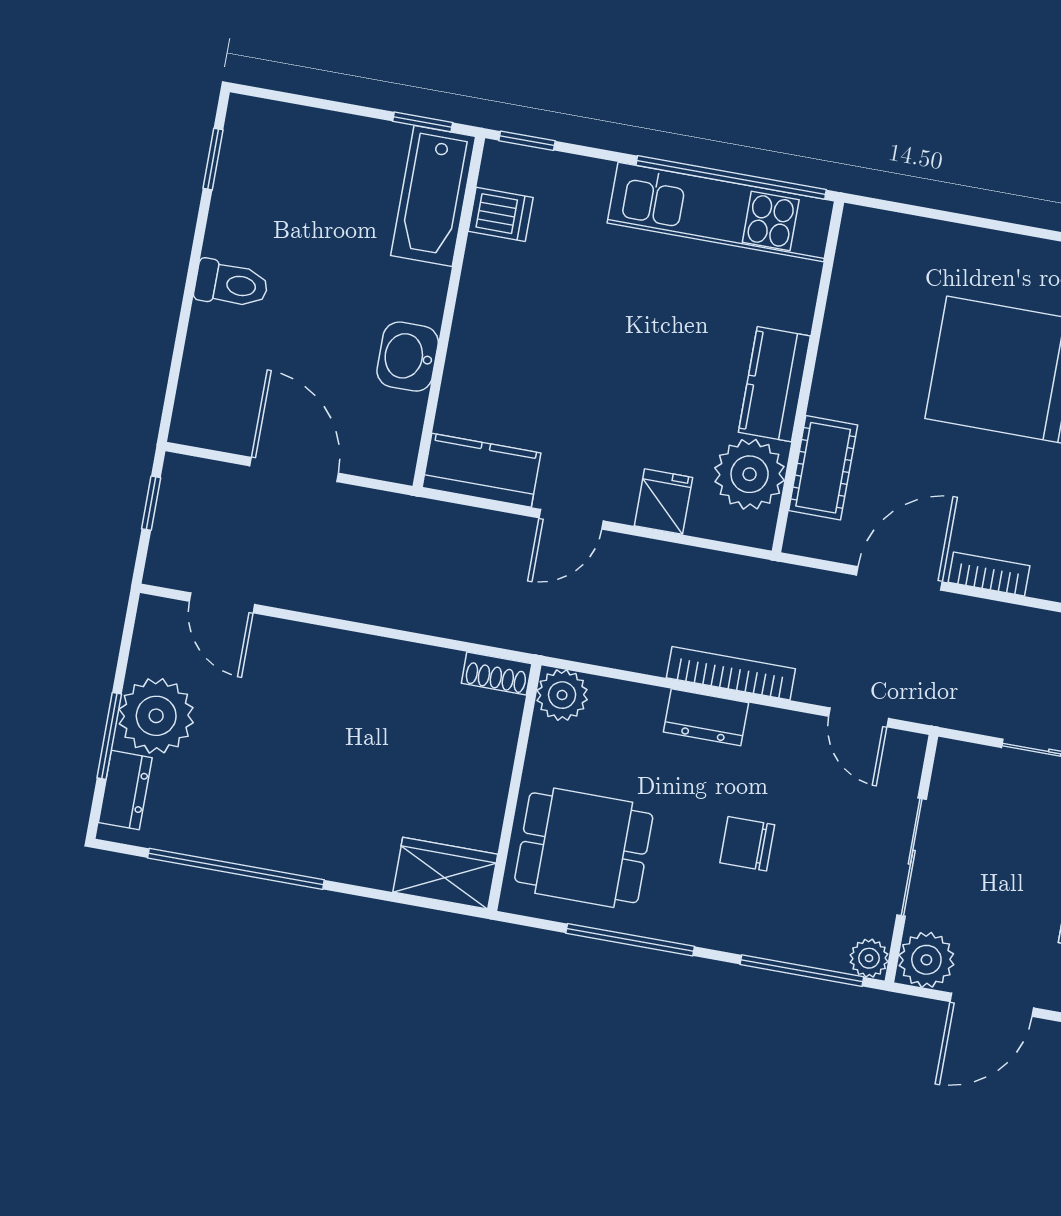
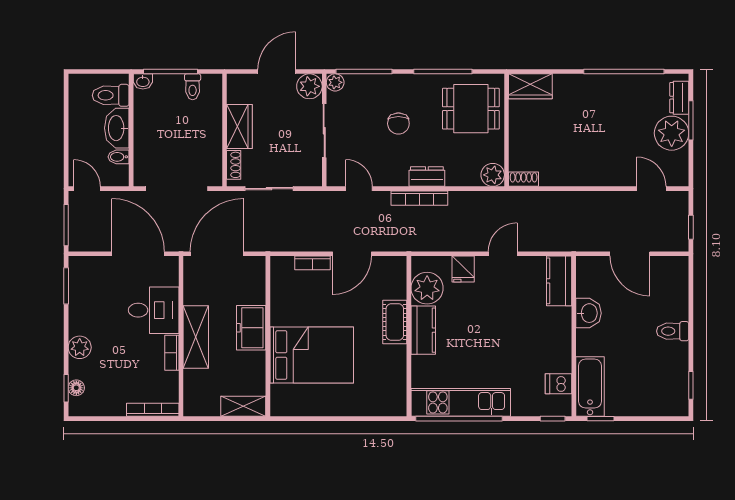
cot: (823, 468) -> (395, 322), moved
kitchen counter: (481, 470) -> (559, 281), moved, turned 90
chair: (747, 844) -> (398, 124), turned 90

